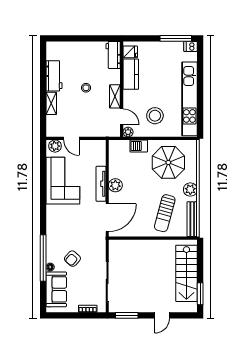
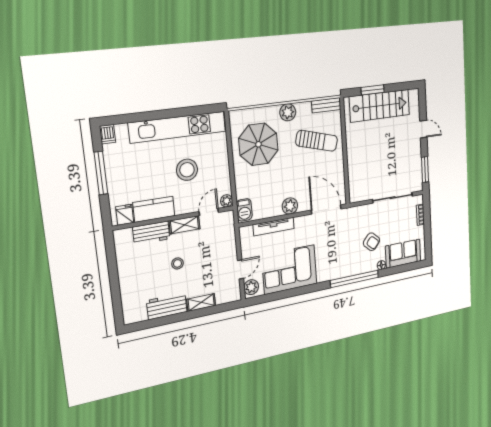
window: (176, 38) -> (101, 173), moved
workbench: (113, 55) -> (151, 233), moved
stool: (155, 116) -> (187, 170), moved
barbecue: (139, 146) -> (244, 210), moved
tv unit: (101, 184) -> (274, 227), moved
bench: (192, 219) -> (326, 105), width x0.73
window: (43, 258) -> (355, 279), moved
window: (200, 294) -> (373, 90), moved

